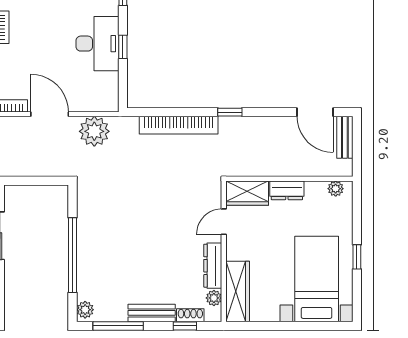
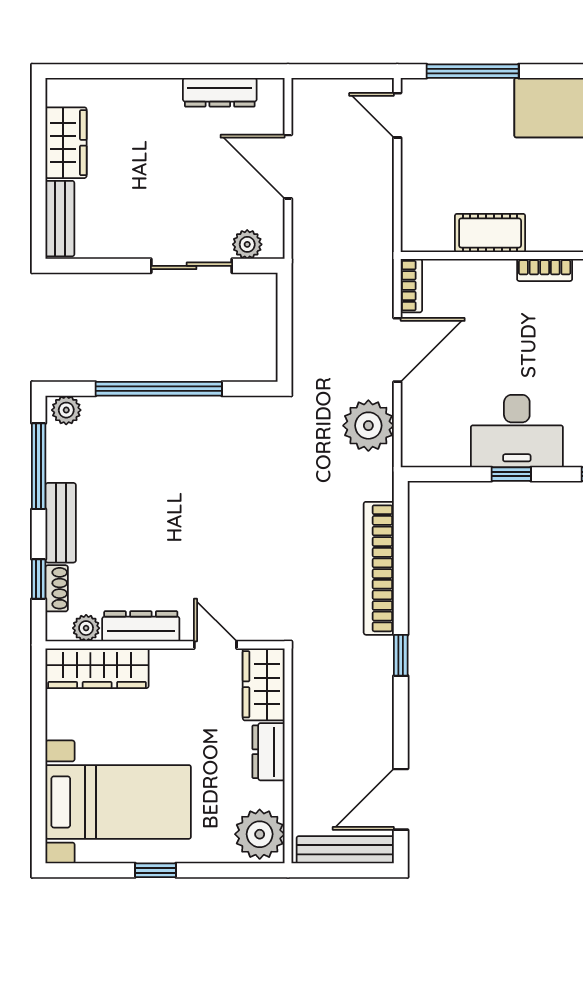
bench: (345, 137) -> (345, 850), width x1.36
plant: (336, 189) -> (260, 834), width x1.88, depth x1.88

